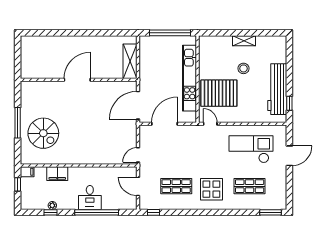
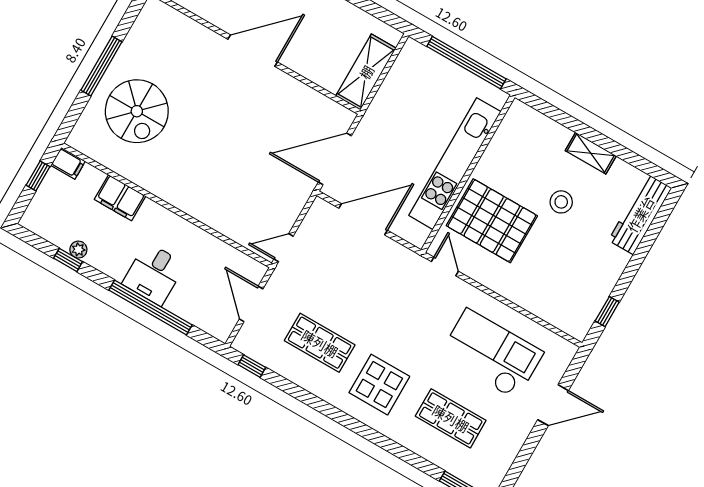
workbench: (277, 89) -> (640, 214), moved, width x0.73, depth x0.76

